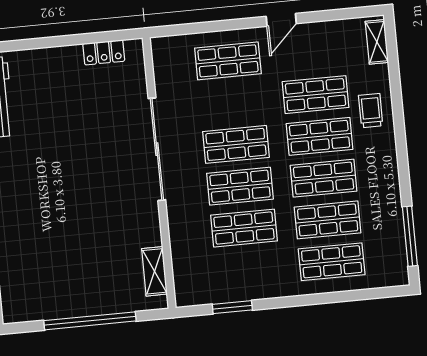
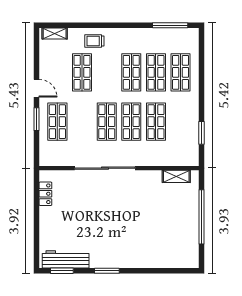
window: (229, 25) -> (36, 119), added
shop shelf: (320, 136) -> (107, 72), removed

